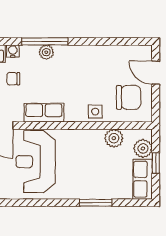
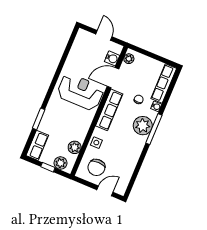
plant: (46, 52) -> (143, 126), width x1.88, depth x1.88
row of seats: (44, 113) -> (109, 110), width x1.48
row of seats: (143, 179) -> (37, 145), moved, turned 90

